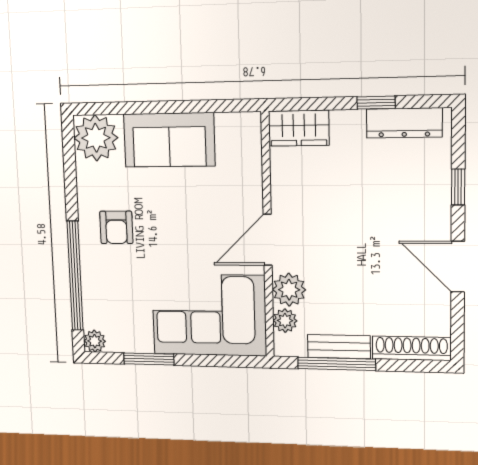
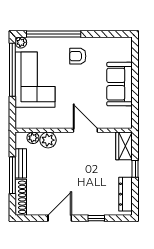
window: (376, 103) -> (135, 169), moved
plant: (96, 138) -> (121, 48), removed
door: (268, 240) -> (85, 130), moved
corner sofa: (209, 315) -> (35, 80), moved
window: (149, 359) -> (12, 70), width x2.11
window: (337, 364) -> (12, 175), moved

